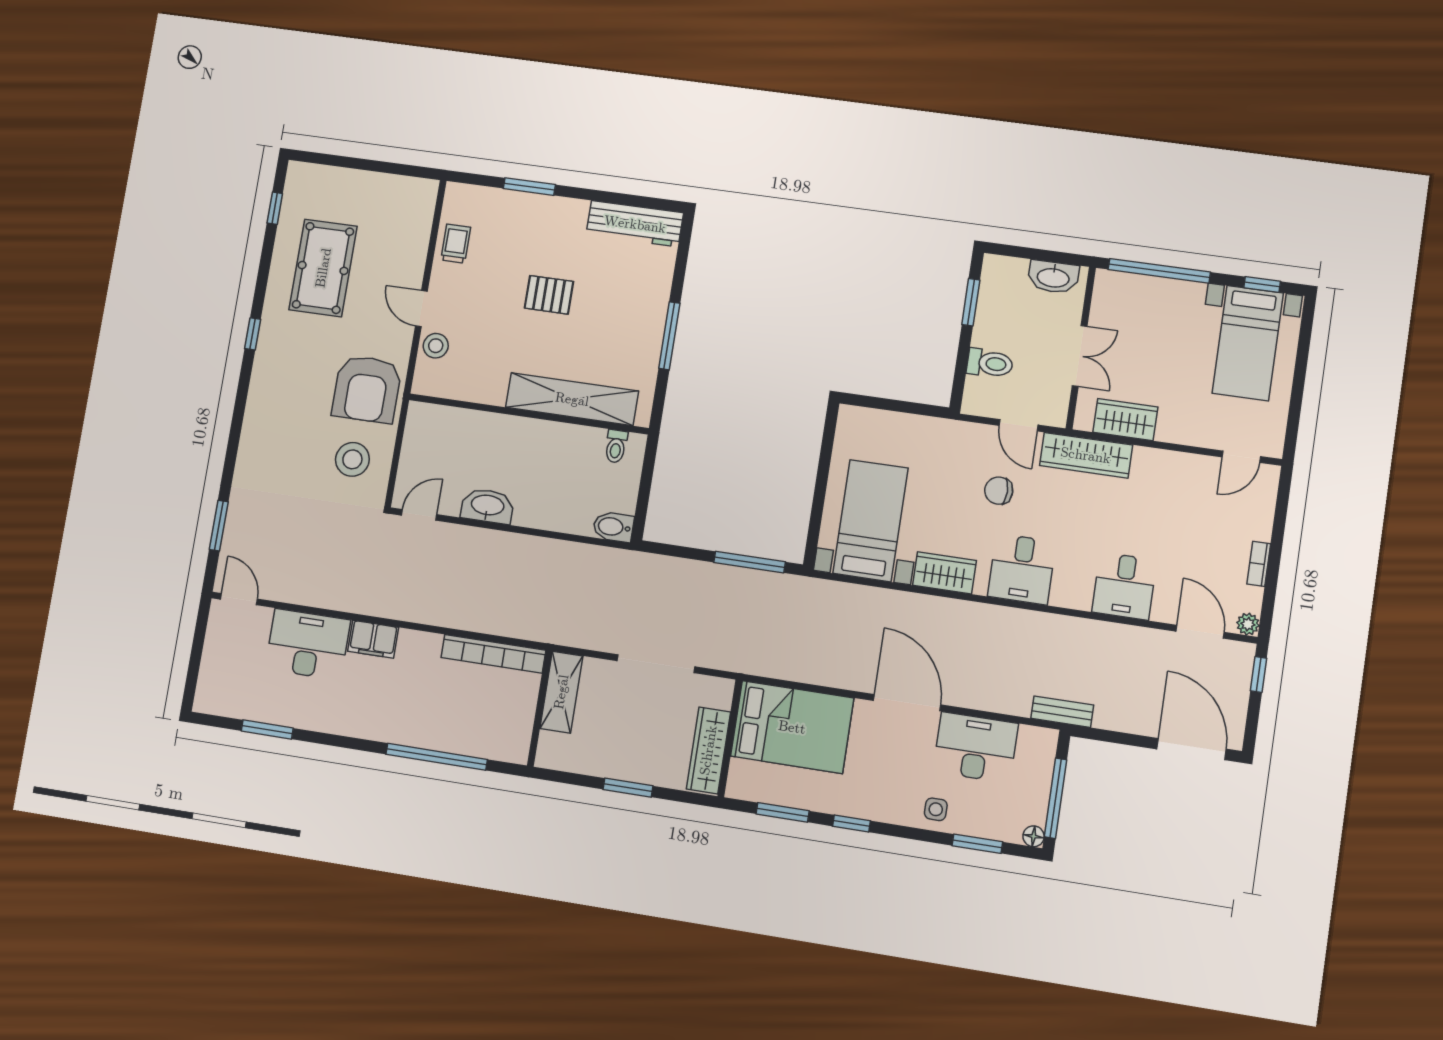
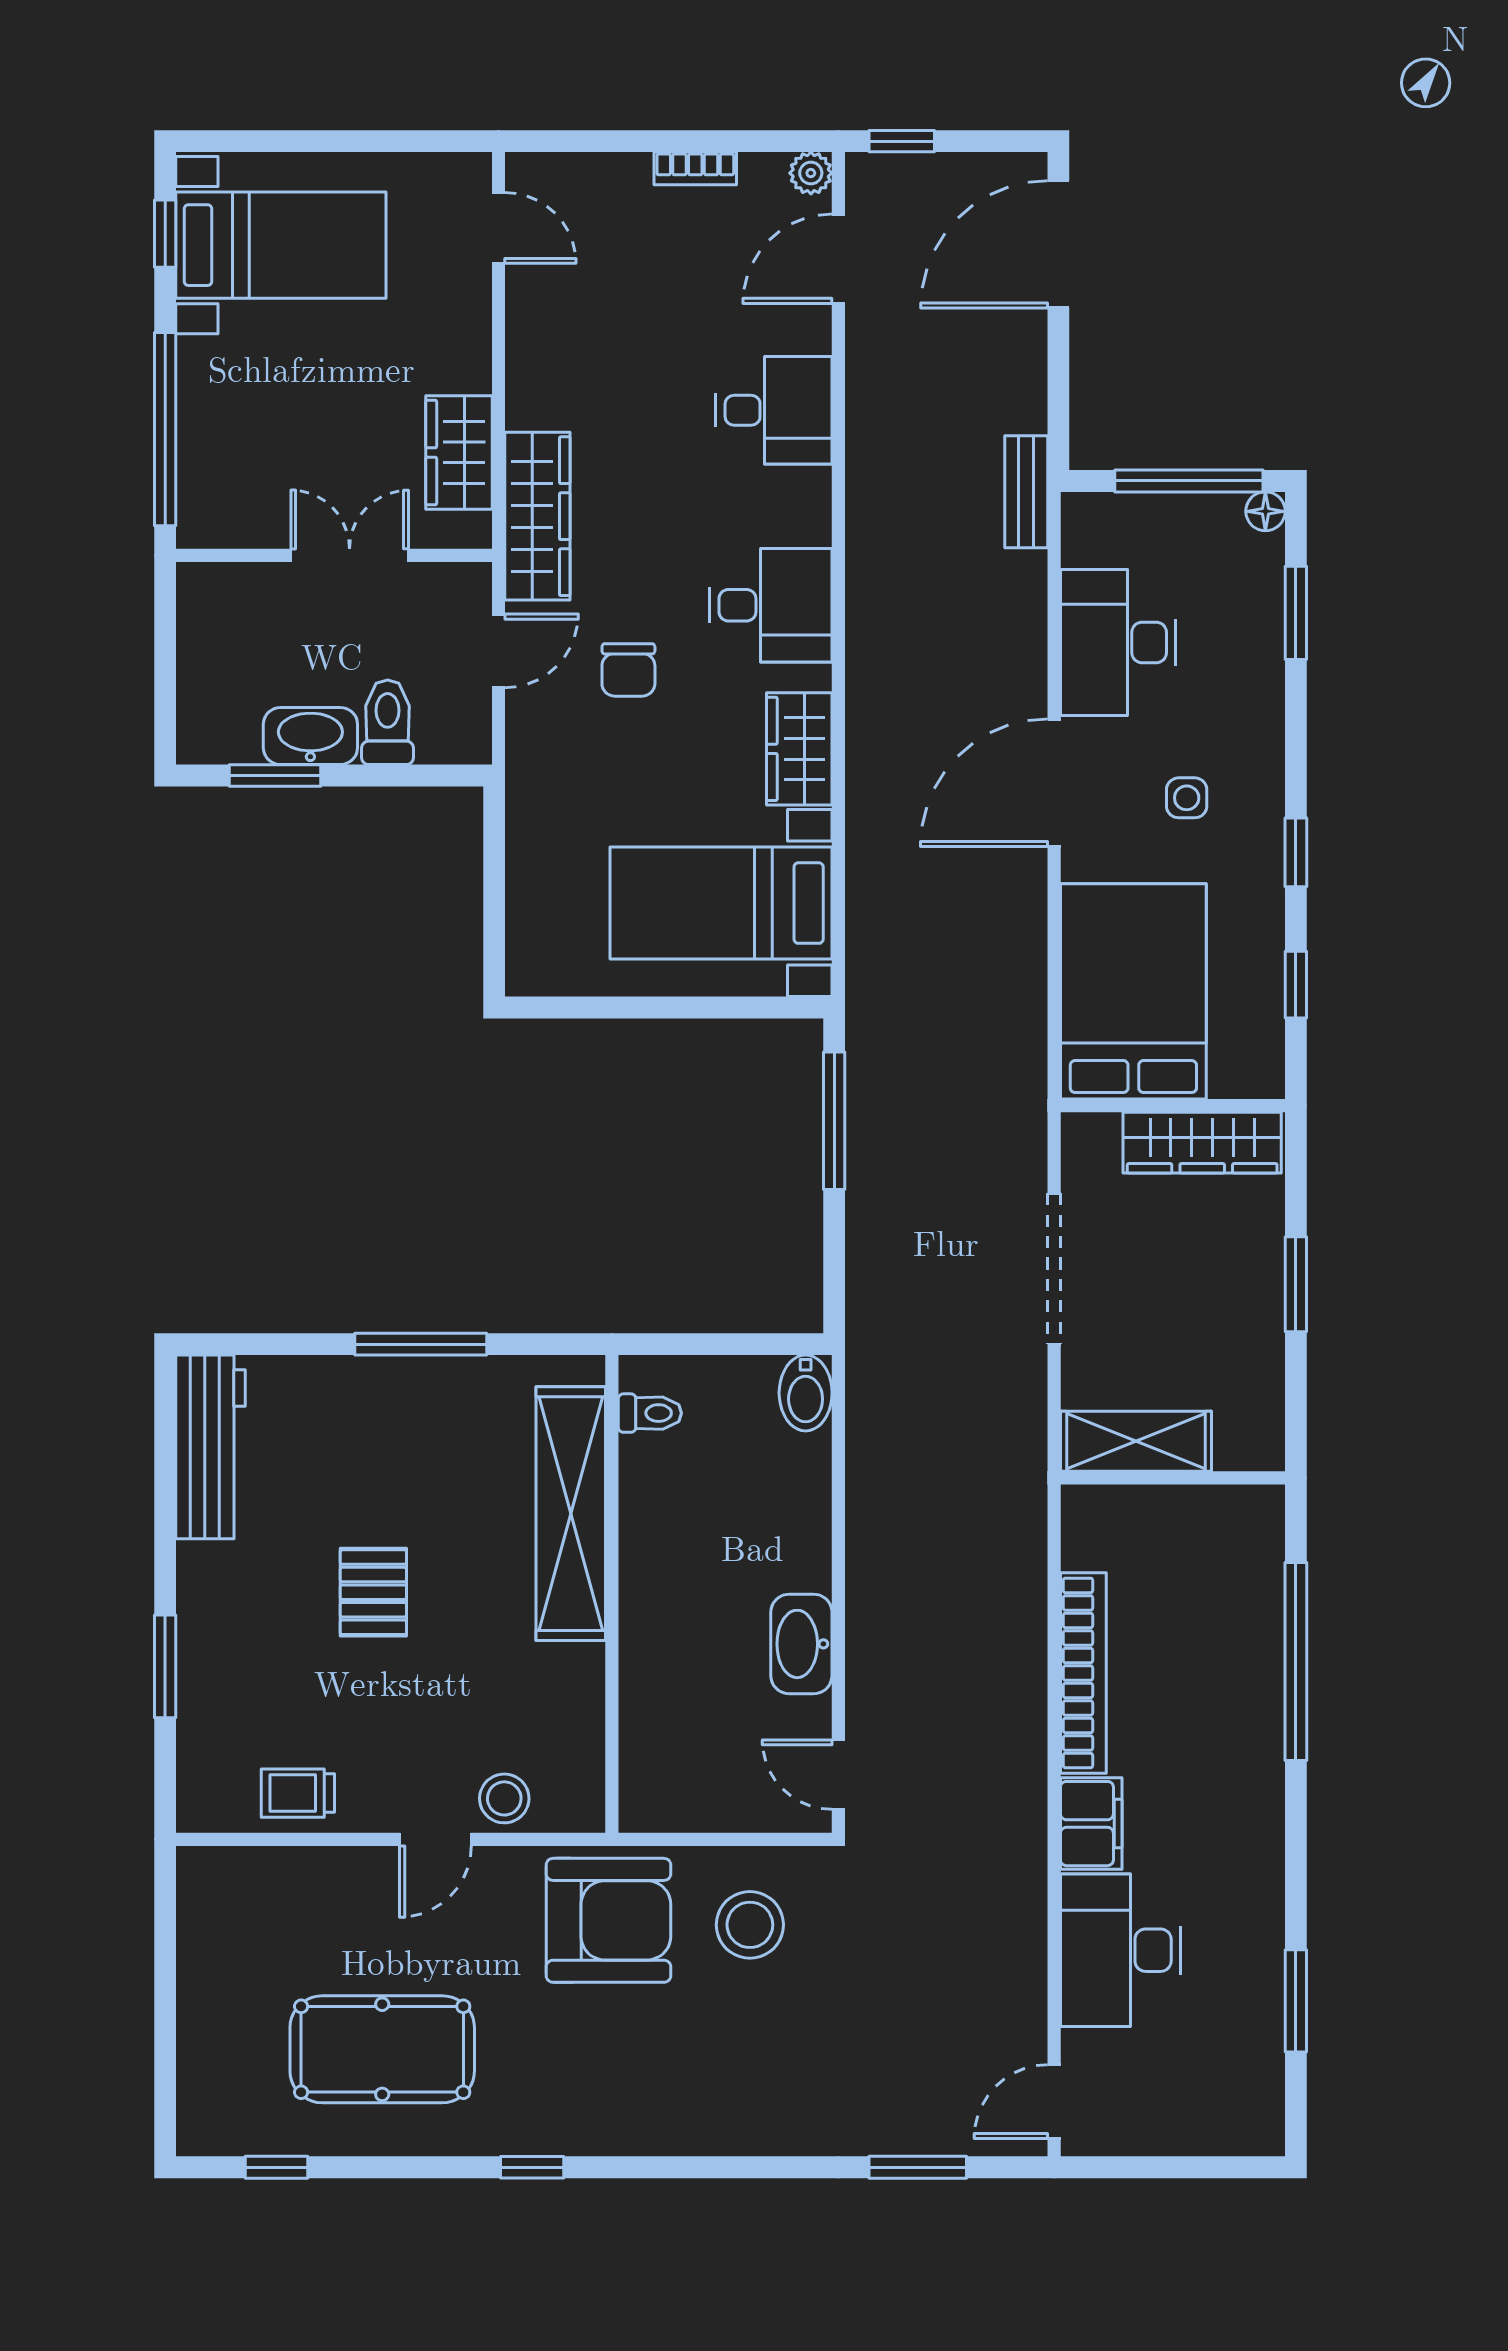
washbasin: (1053, 277) -> (310, 736), moved, turned -90
bookcase: (493, 654) -> (1083, 1673), moved
side table: (936, 809) -> (1187, 798), moved
window: (783, 812) -> (1296, 985), width x0.67

